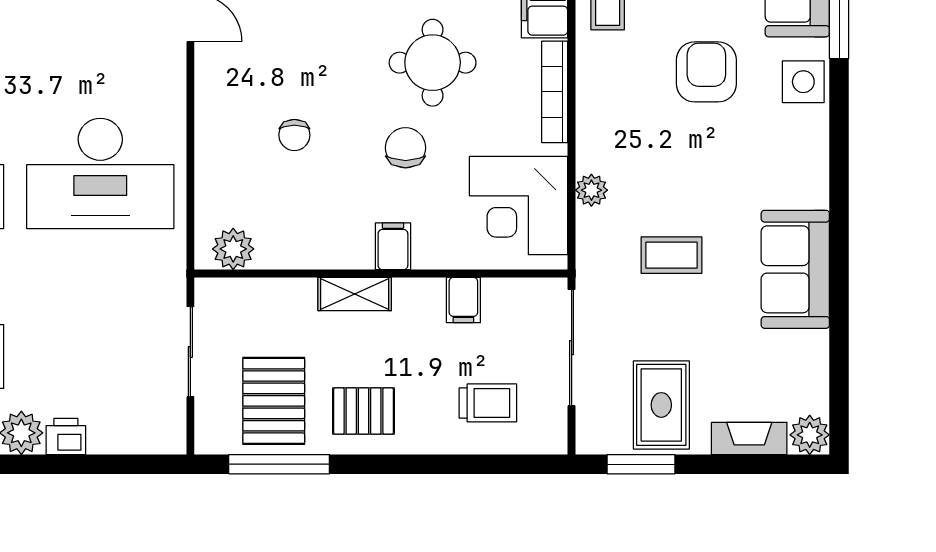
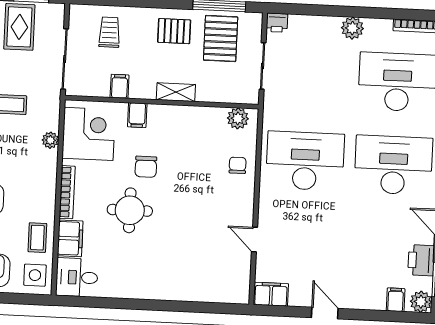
chair: (294, 135) -> (238, 165), moved
filing cabinet: (393, 246) -> (137, 115), moved
trolley: (488, 403) -> (109, 32), turned 90
printer: (66, 436) -> (277, 23), moved

